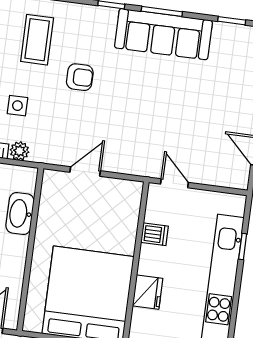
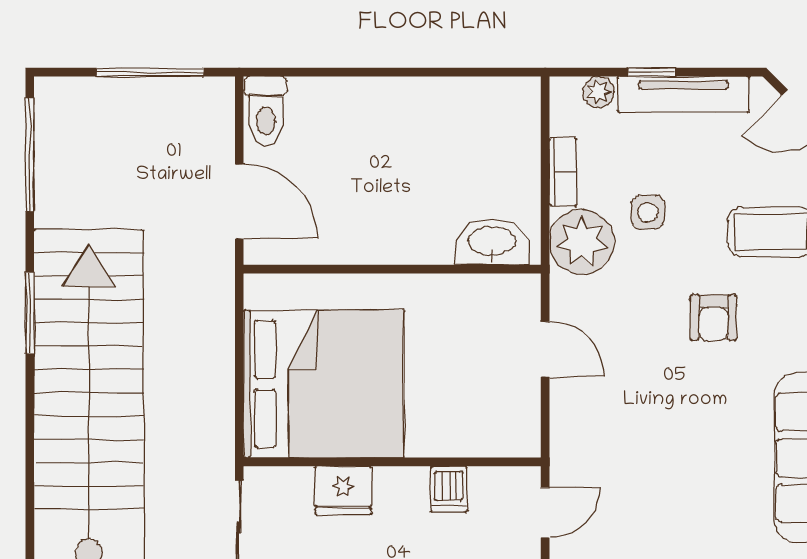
plant: (20, 151) -> (582, 242), width x1.88, depth x1.88
washbasin: (20, 214) -> (492, 242), moved

